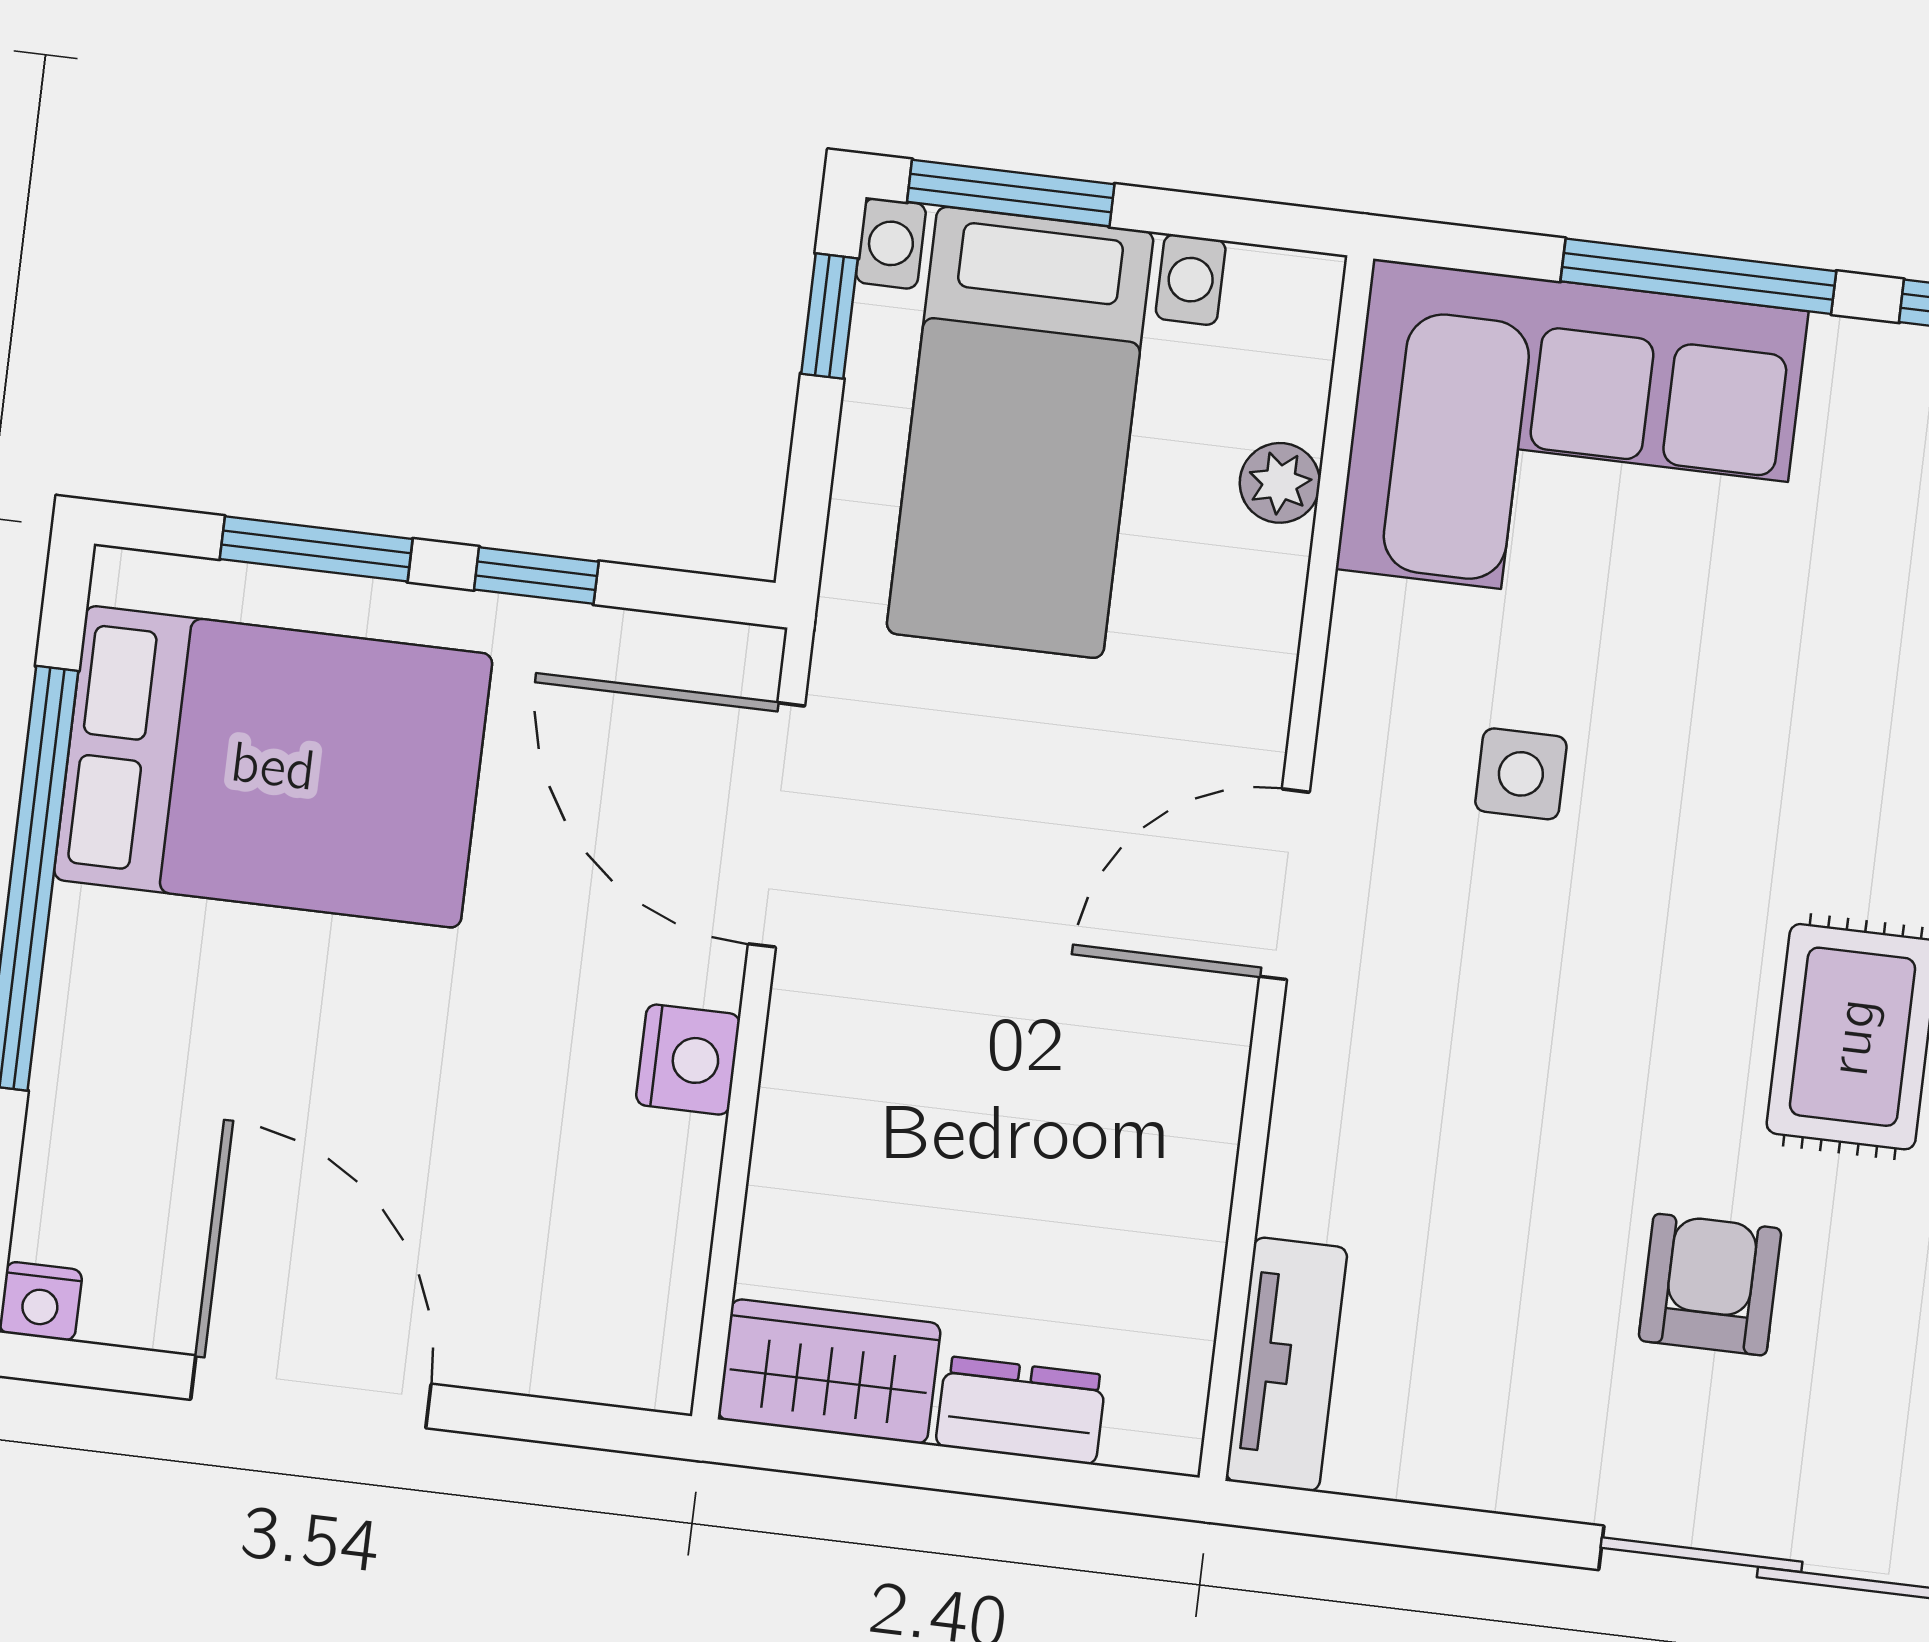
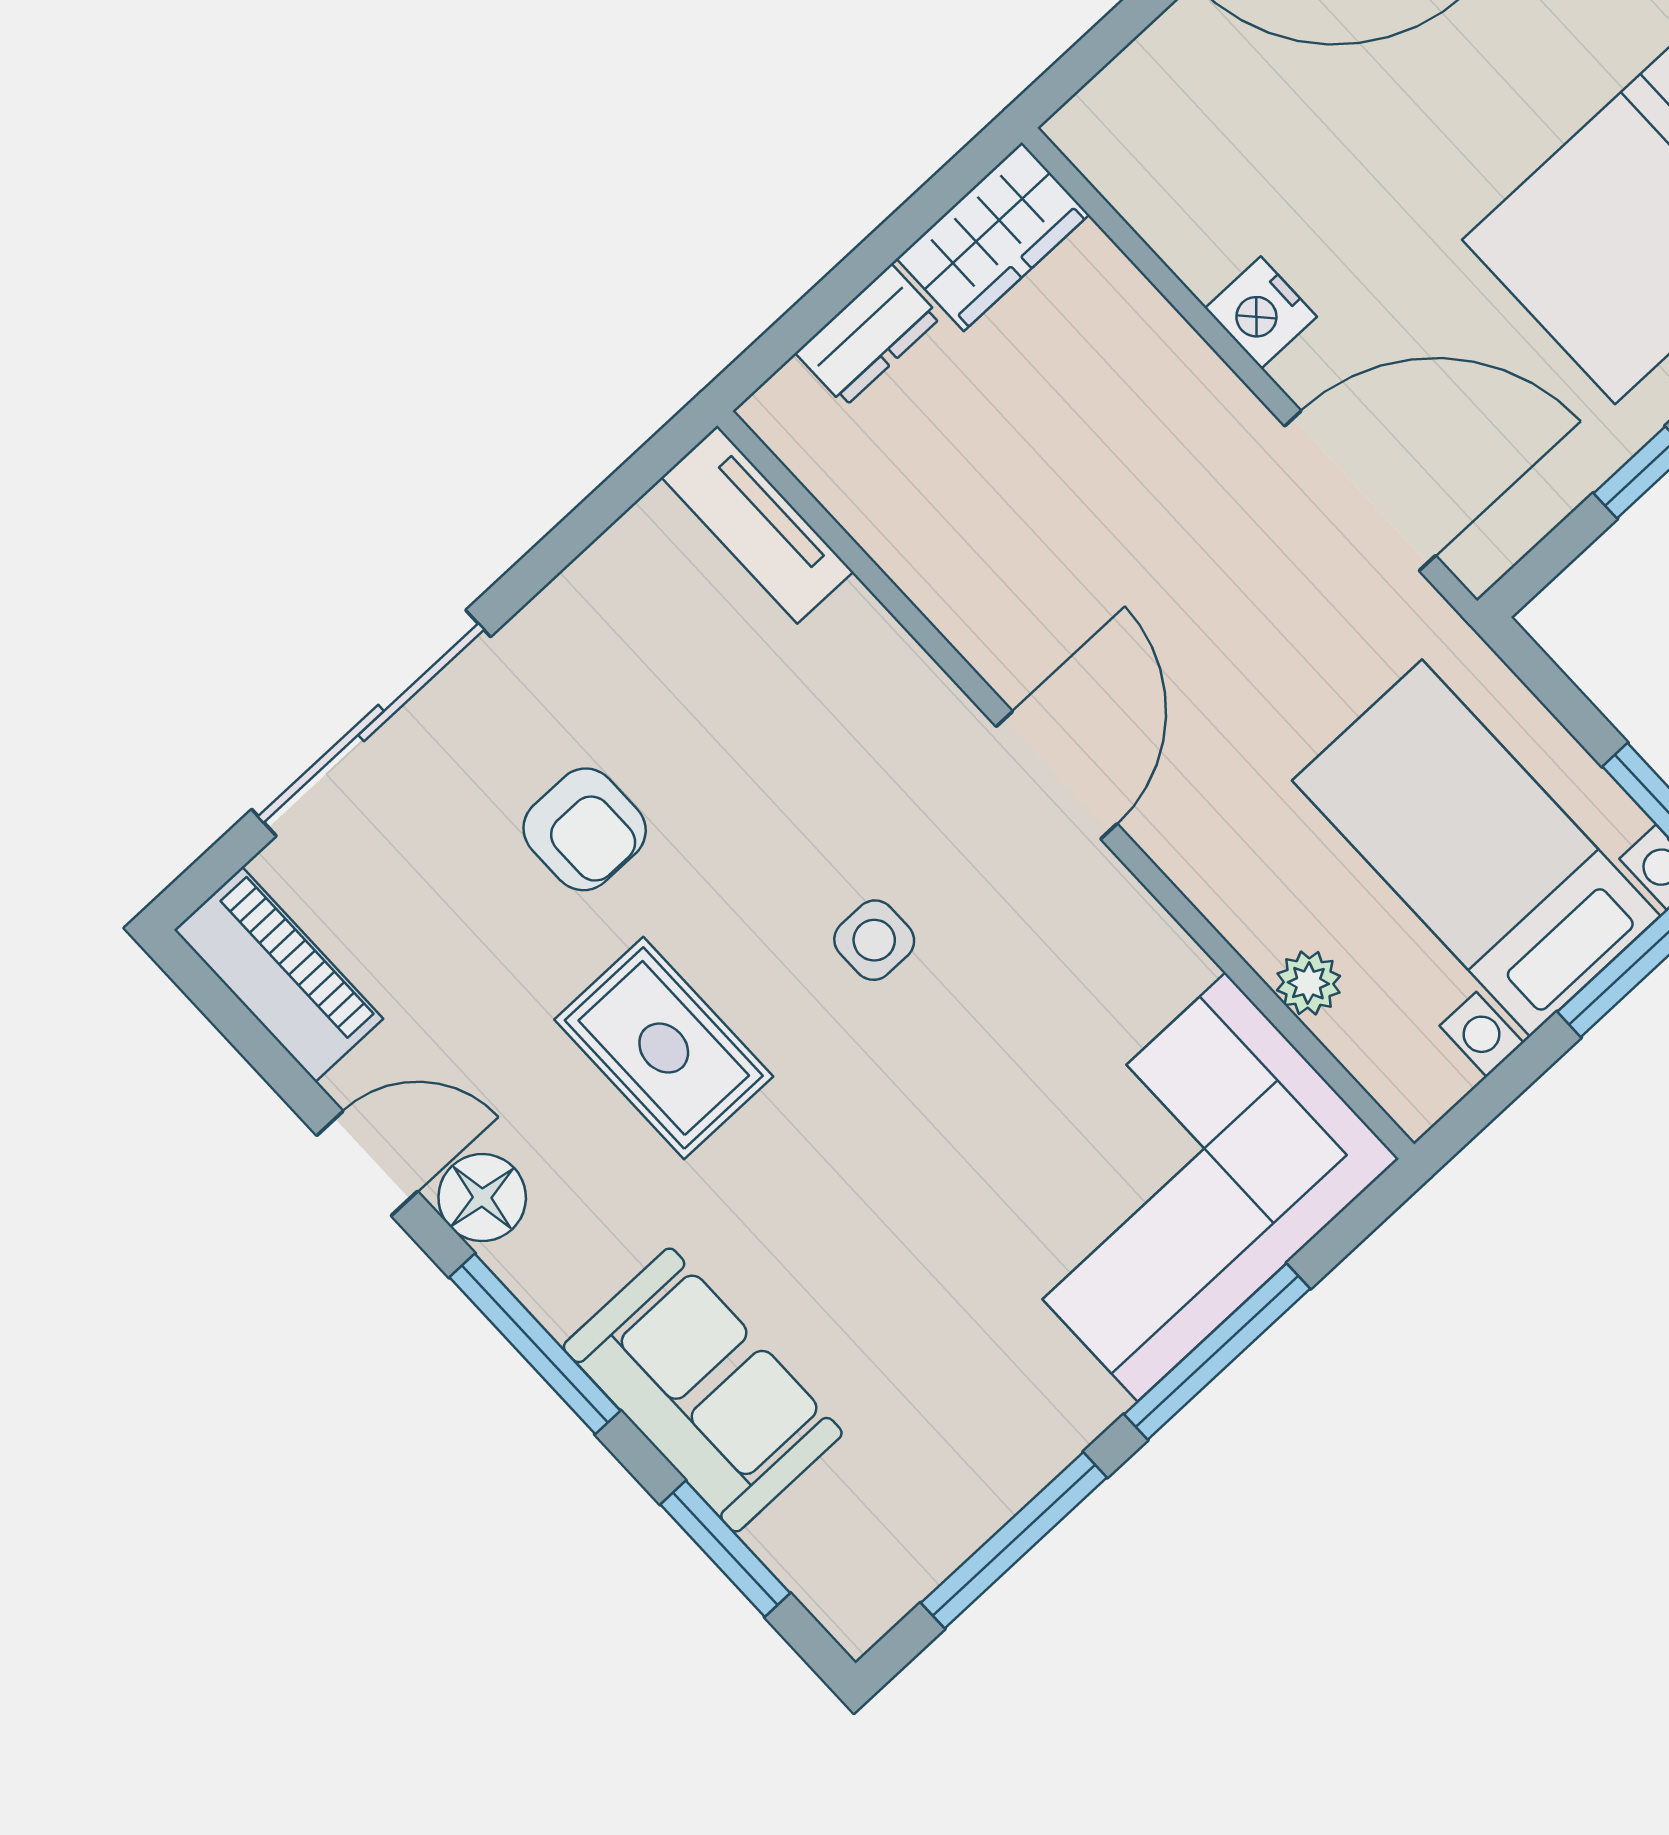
side table: (1521, 774) -> (874, 940), moved

